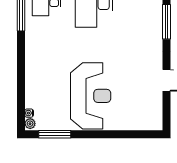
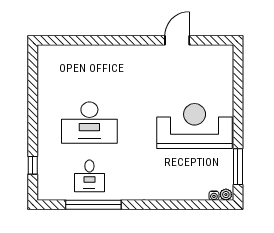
window: (166, 22) -> (111, 40), removed

